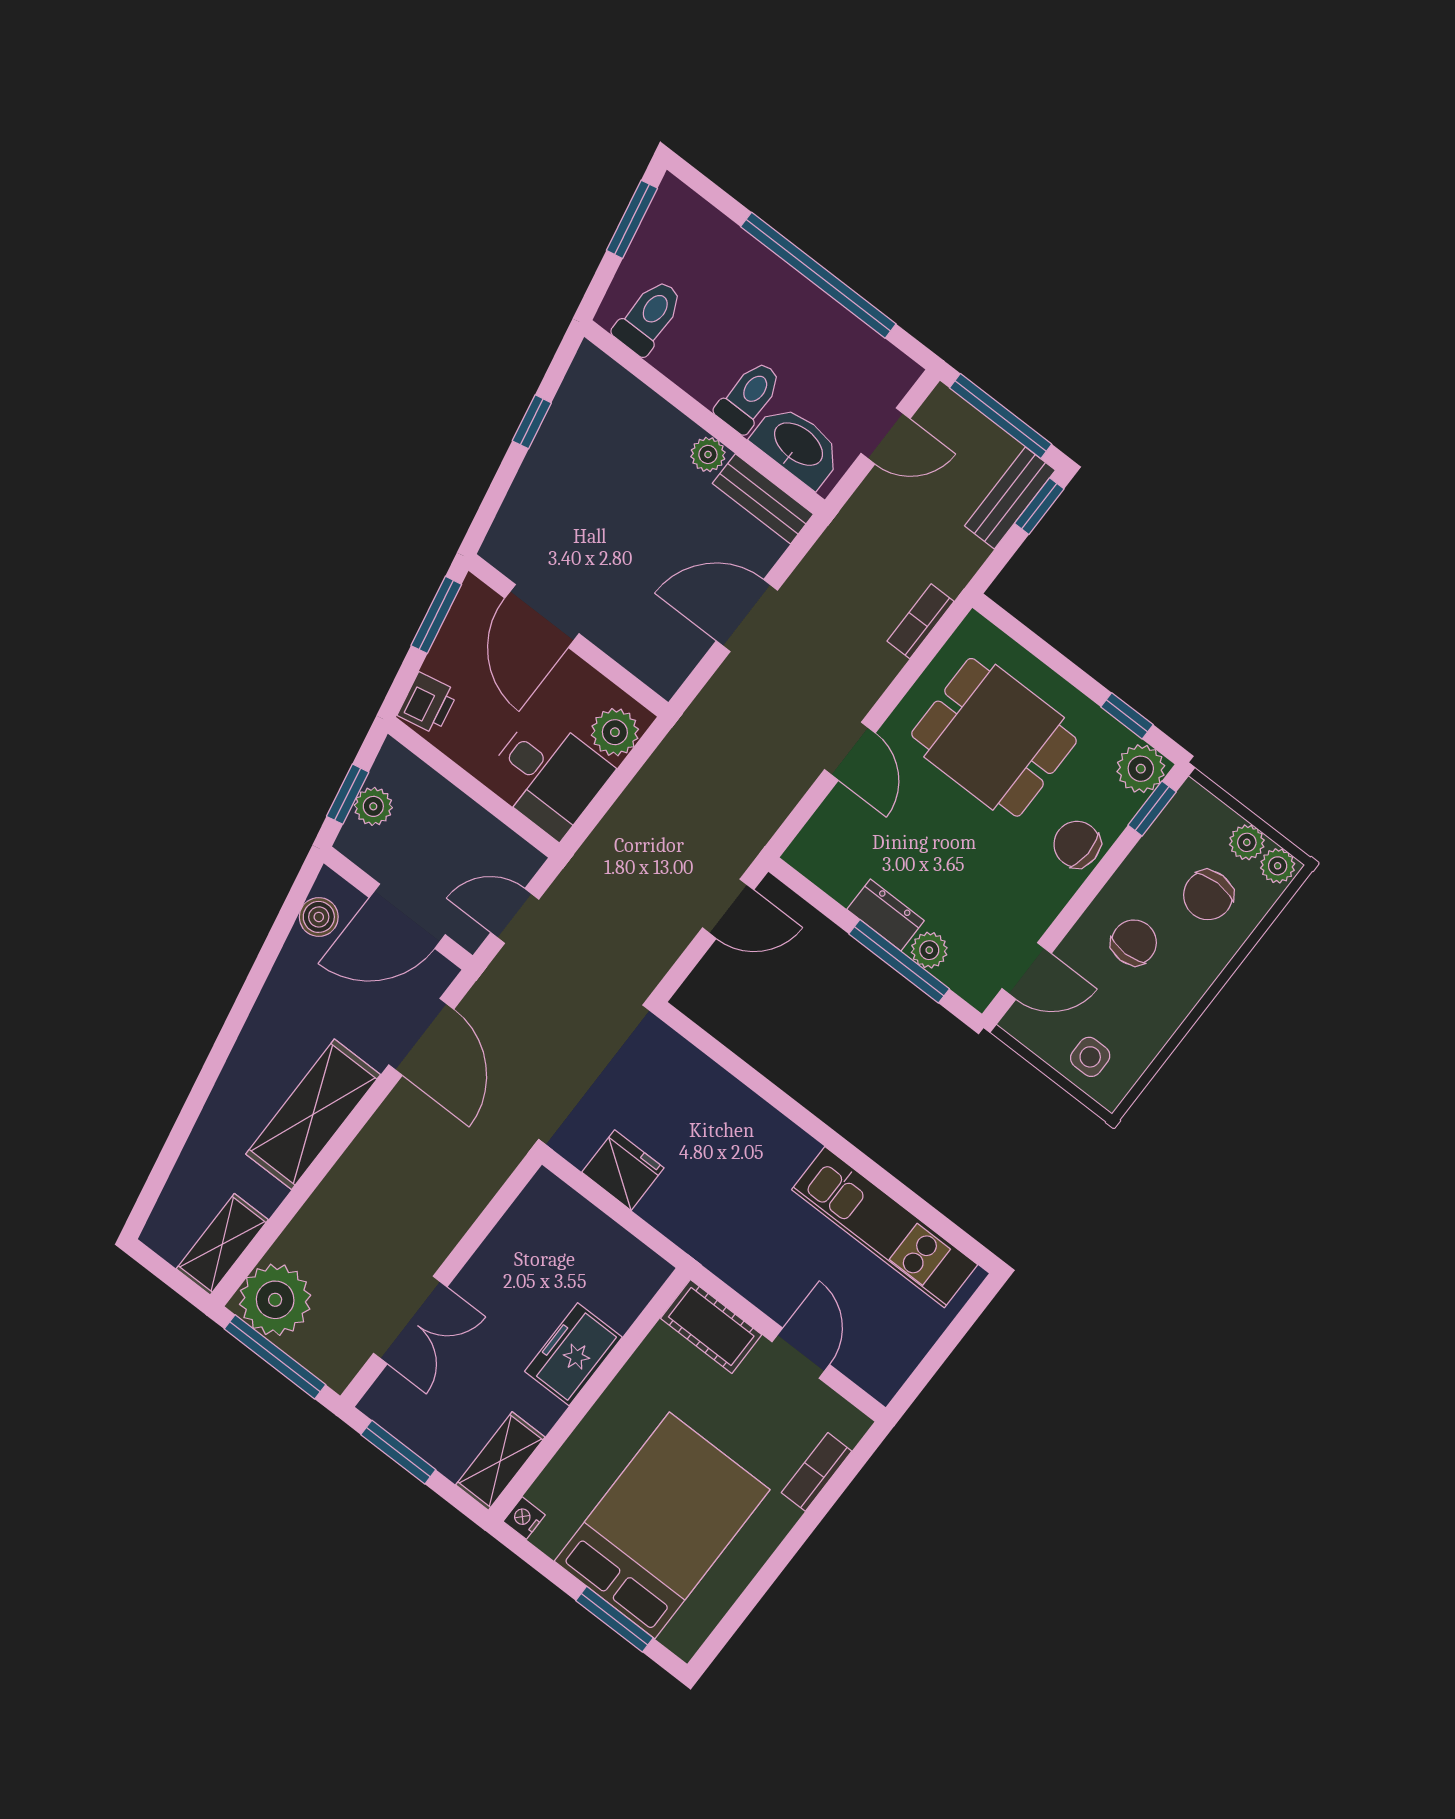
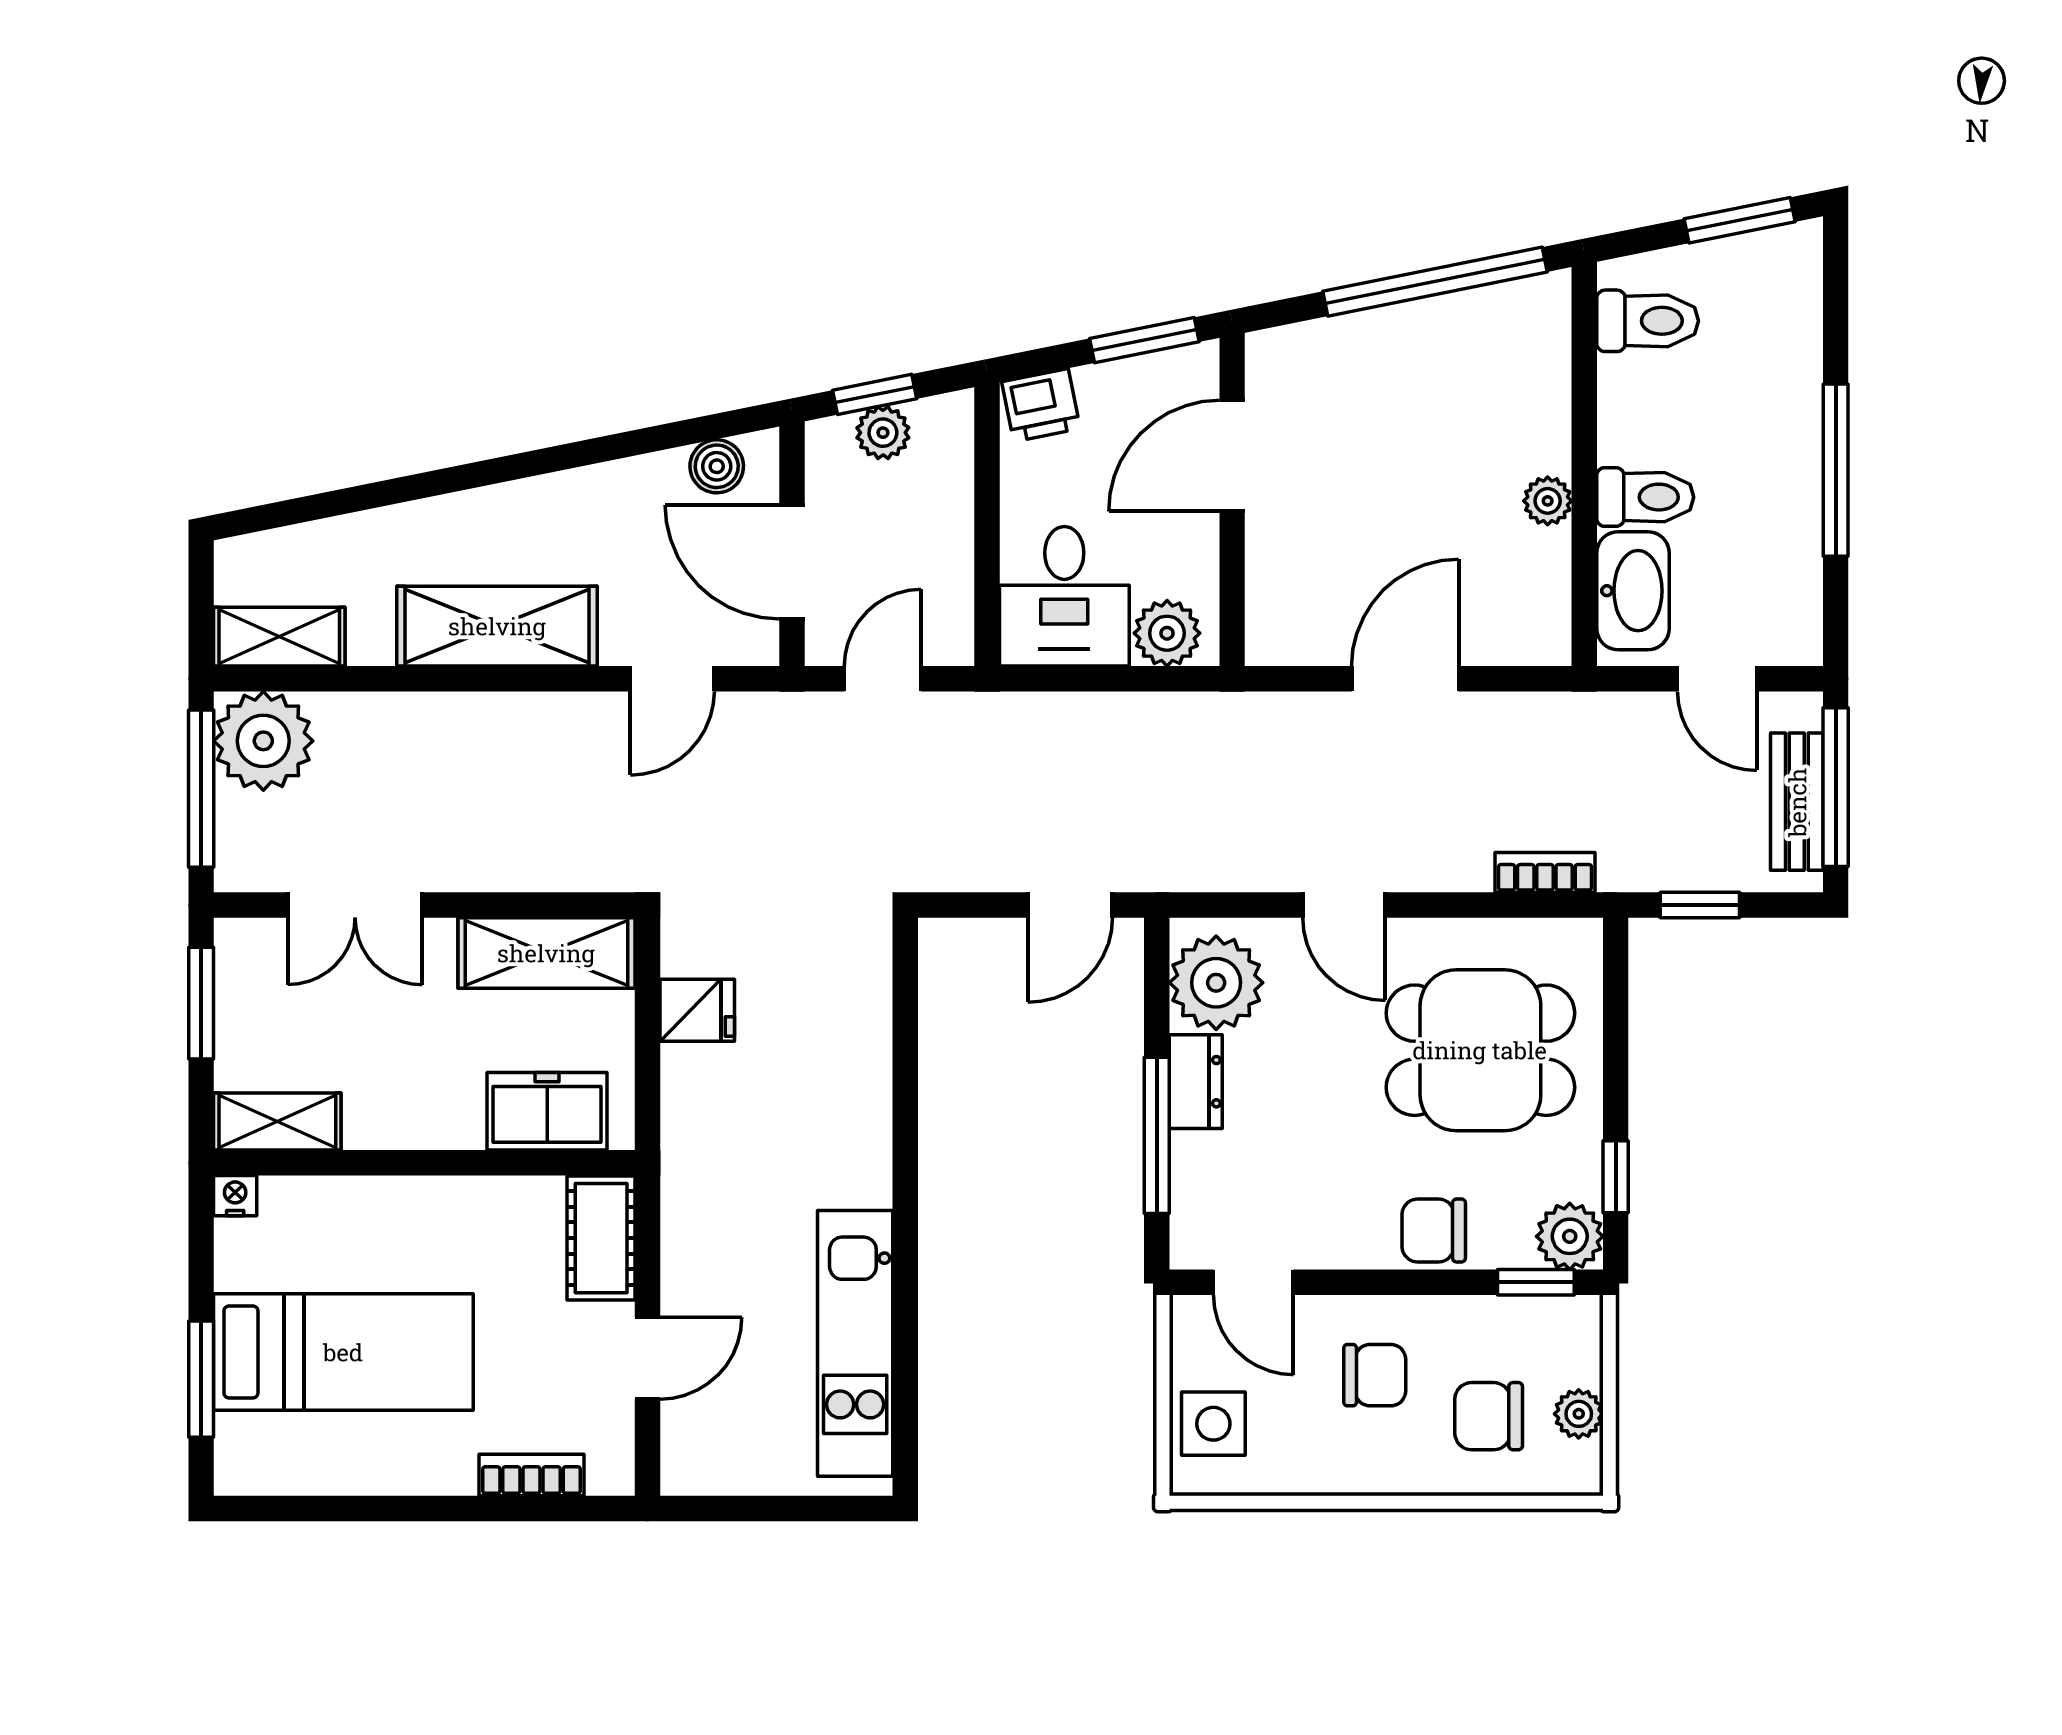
window: (818, 275) -> (1836, 470), width x0.68
window: (532, 422) -> (1435, 282), width x3.17
bench: (1010, 498) -> (1797, 802), moved, turned 90
bench: (763, 499) -> (1546, 598), removed
window: (1039, 506) -> (1700, 905), moved
door: (747, 615) -> (1405, 679), hinge flipped
dining table: (994, 737) -> (1480, 1050), turned 90
door: (850, 751) -> (1344, 905), hinge flipped
chair: (1077, 844) -> (1434, 1230), turned -92
plant: (1278, 866) -> (1579, 1467), removed
door: (728, 909) -> (1070, 905), hinge flipped
door: (515, 916) -> (883, 679), hinge flipped
plant: (929, 950) -> (1216, 983), moved, width x1.87, depth x1.87
door: (421, 1037) -> (672, 679), width x0.73
side table: (1090, 1057) -> (1213, 1424), width x1.37, depth x1.37
fridge: (623, 1170) -> (697, 1010), width x0.72
shelving: (523, 1231) -> (546, 953), added
freezer: (573, 1354) -> (547, 1111), moved
bed: (662, 1525) -> (343, 1352), width x0.67

